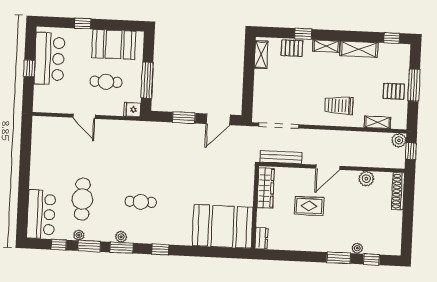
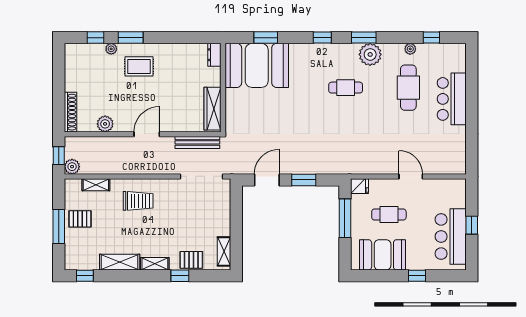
rug: (309, 206) -> (139, 66), moved
bar counter: (41, 214) -> (452, 99), moved
plant: (121, 237) -> (370, 54), width x1.88, depth x1.88
window: (89, 246) -> (266, 38), moved

